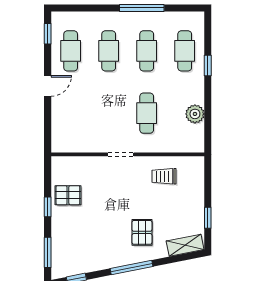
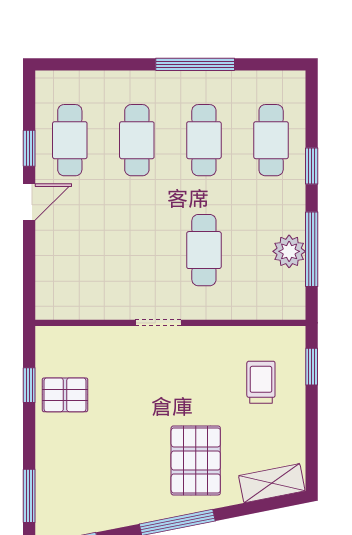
window: (48, 34) -> (29, 148), moved
window: (208, 113) -> (312, 249), added
trolley: (164, 176) -> (261, 382), moved, turned 90
window: (48, 207) -> (29, 385), moved
window: (208, 218) -> (312, 367), moved
pallet: (142, 232) -> (196, 460), width x1.50, depth x1.42

